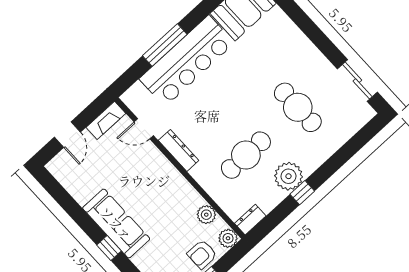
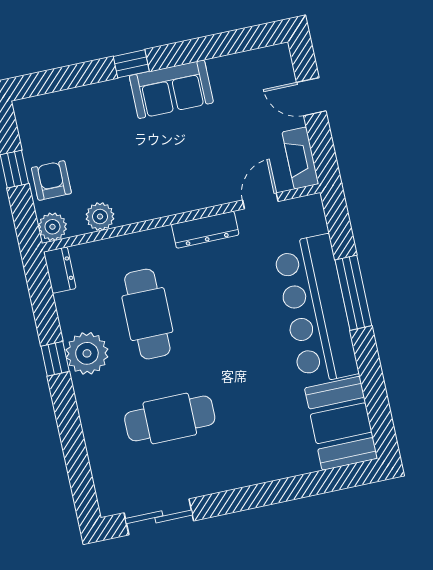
sofa: (116, 223) -> (171, 89), width x0.73

